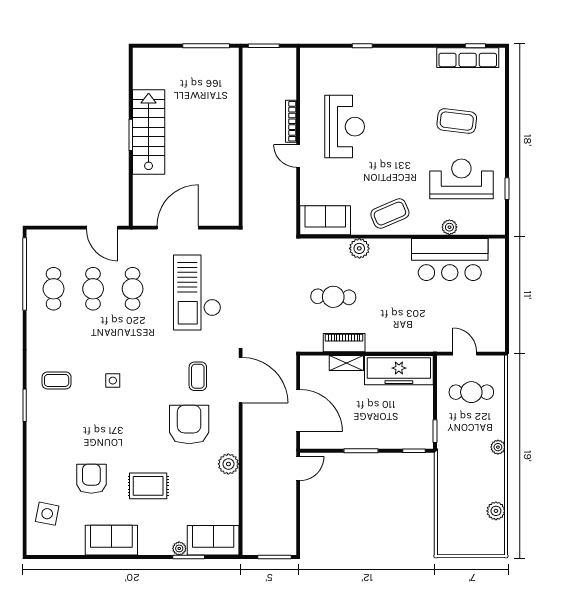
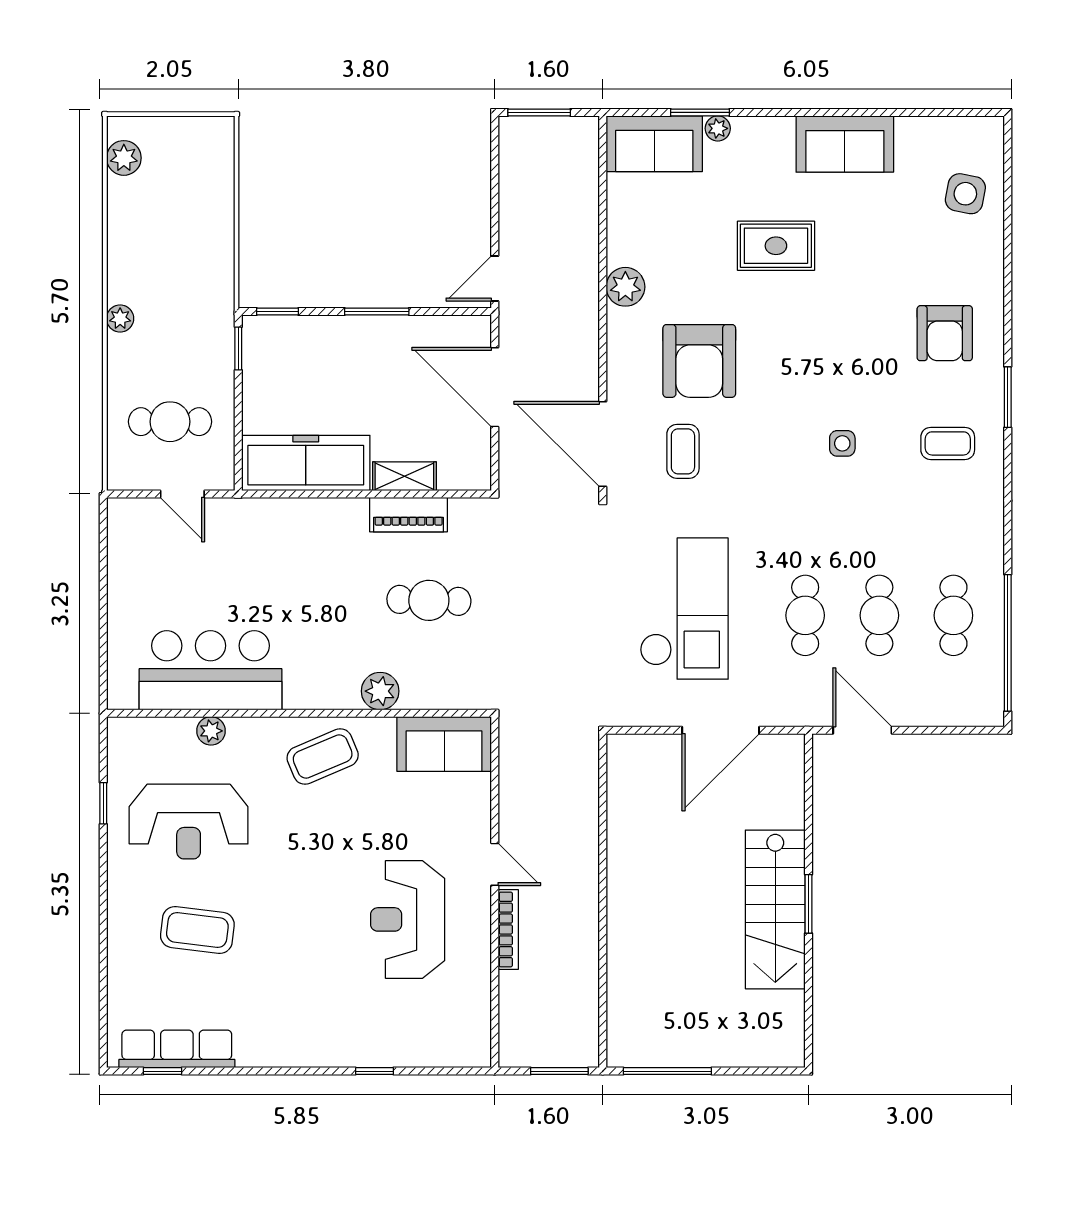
armchair: (91, 479) -> (945, 333), moved
plant: (496, 511) -> (124, 158), moved

